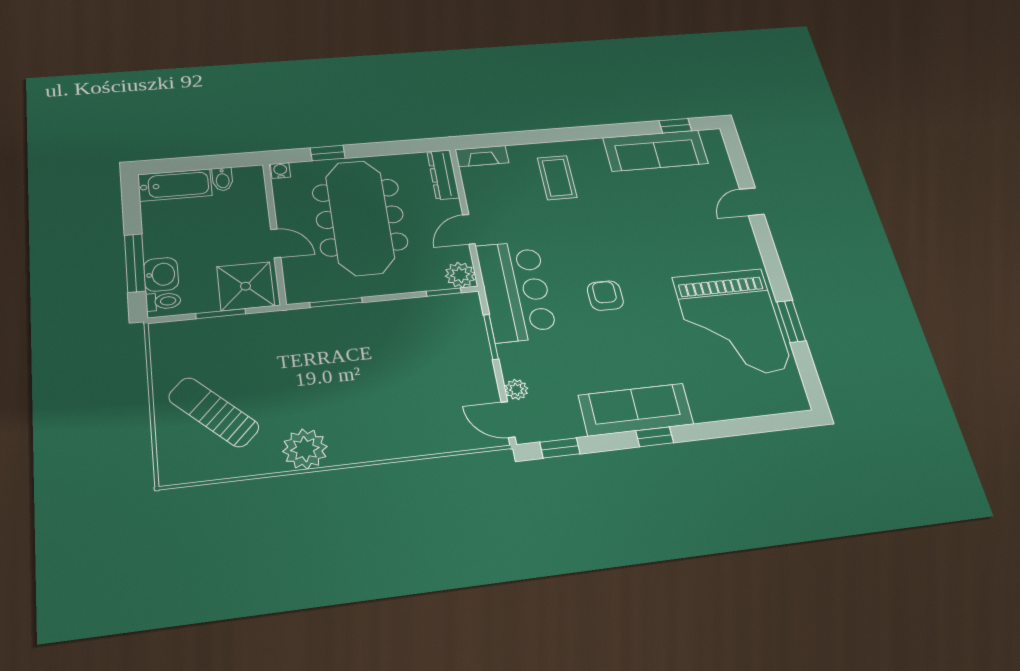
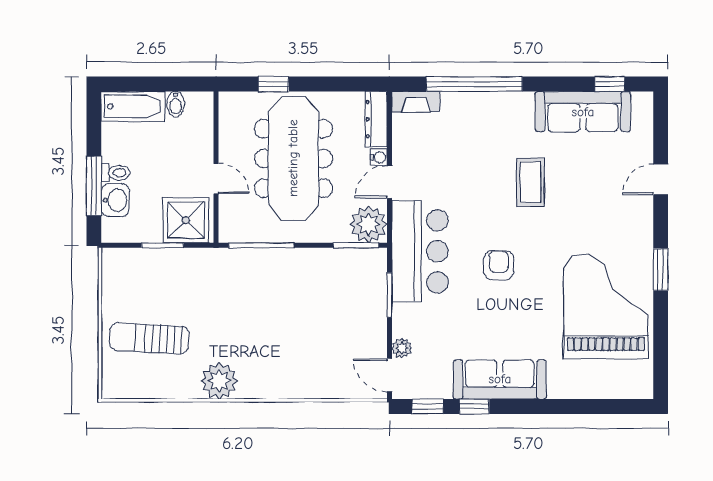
window: (539, 136) -> (474, 84), added
water cooler: (280, 171) -> (379, 157), moved, turned 90
coffee table: (557, 178) -> (530, 182), moved
plant: (460, 275) -> (369, 224), width x1.36, depth x1.36
window: (444, 292) -> (356, 245), width x1.50
toilet: (163, 301) -> (116, 173), moved
window: (336, 302) -> (261, 245), width x1.44
window: (791, 321) -> (661, 270), moved
grand piano: (732, 323) -> (606, 306), turned 180
sun lounger: (214, 412) -> (149, 338), turned -41
window: (655, 437) -> (474, 407), moved

